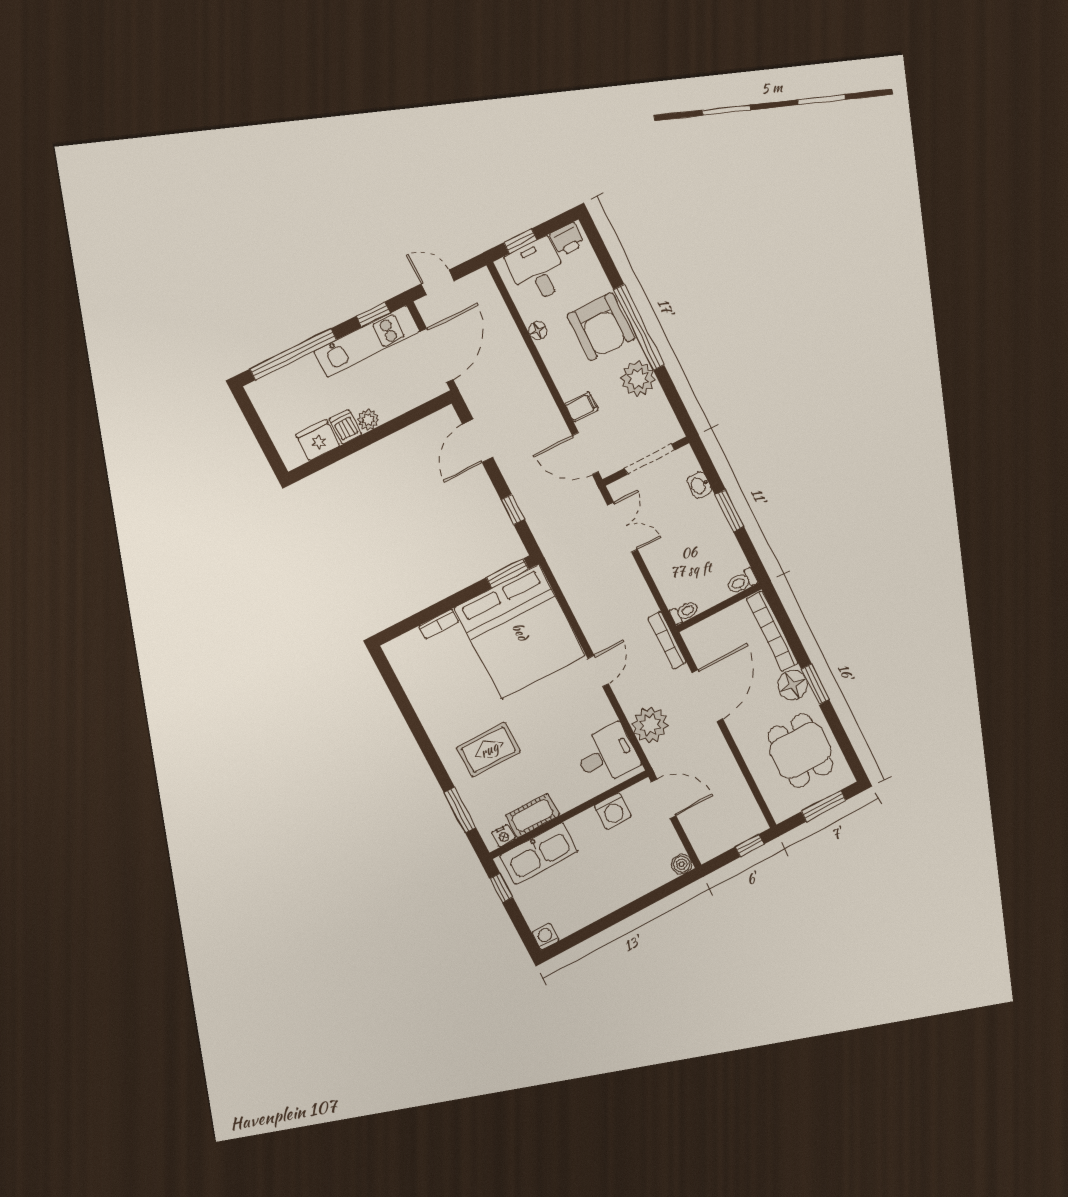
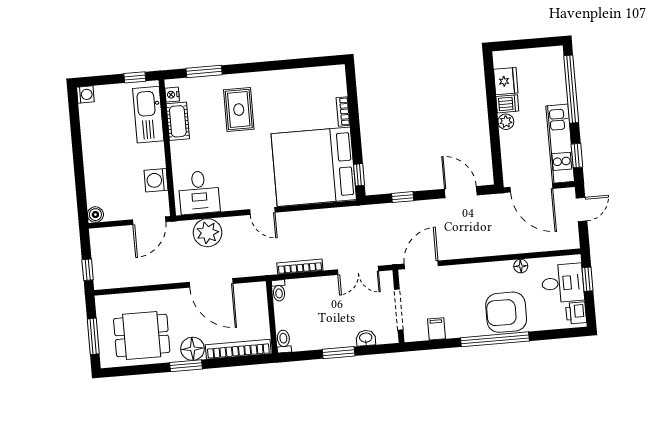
plant: (638, 379) -> (459, 324), removed
filing cabinet: (581, 407) -> (436, 329), moved, turned 180
window: (507, 573) -> (359, 175), width x0.67
bookcase: (667, 640) -> (300, 267), moved

